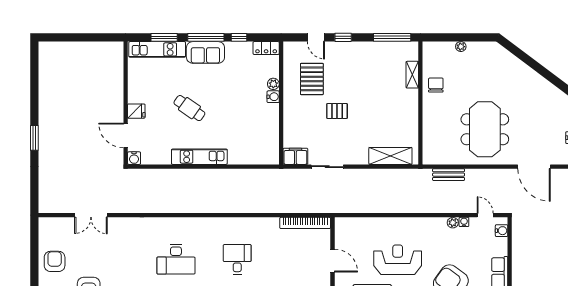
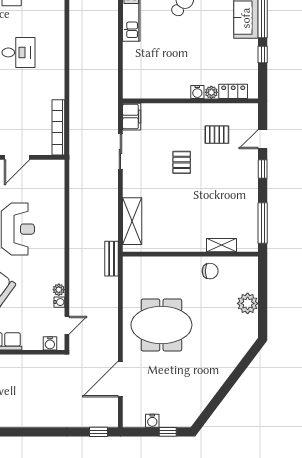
plant: (461, 47) -> (248, 303), width x1.88, depth x1.88
locker: (266, 48) -> (233, 91), moved, turned 90
pallet: (312, 79) -> (217, 135), width x0.67, depth x0.71
bench: (449, 175) -> (112, 259), moved

